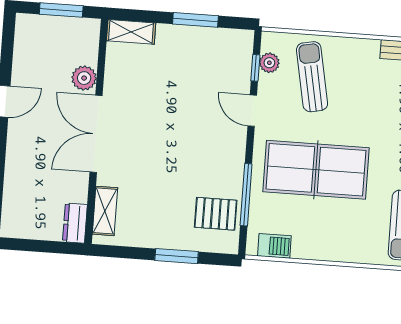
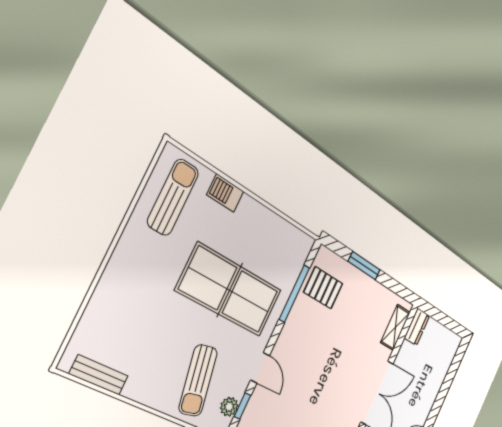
barbecue: (274, 246) -> (225, 193), moved

